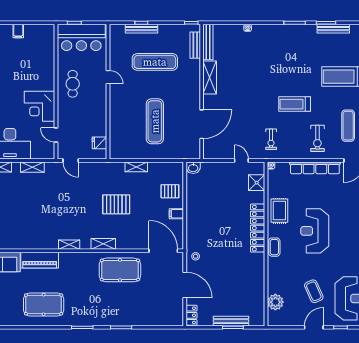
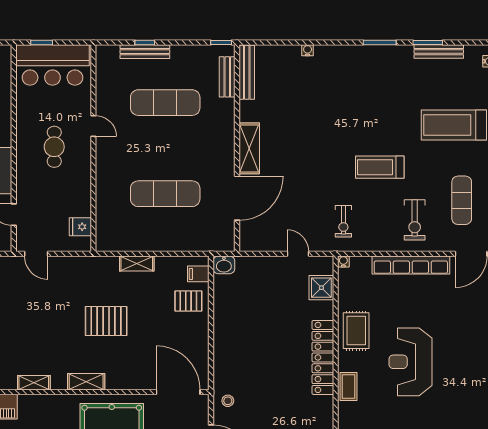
shelving: (210, 77) -> (249, 148), moved
cafe table: (73, 84) -> (54, 147), moved
exercise mat: (155, 121) -> (165, 194), turned 90
filing cabinet: (176, 214) -> (198, 274), moved

